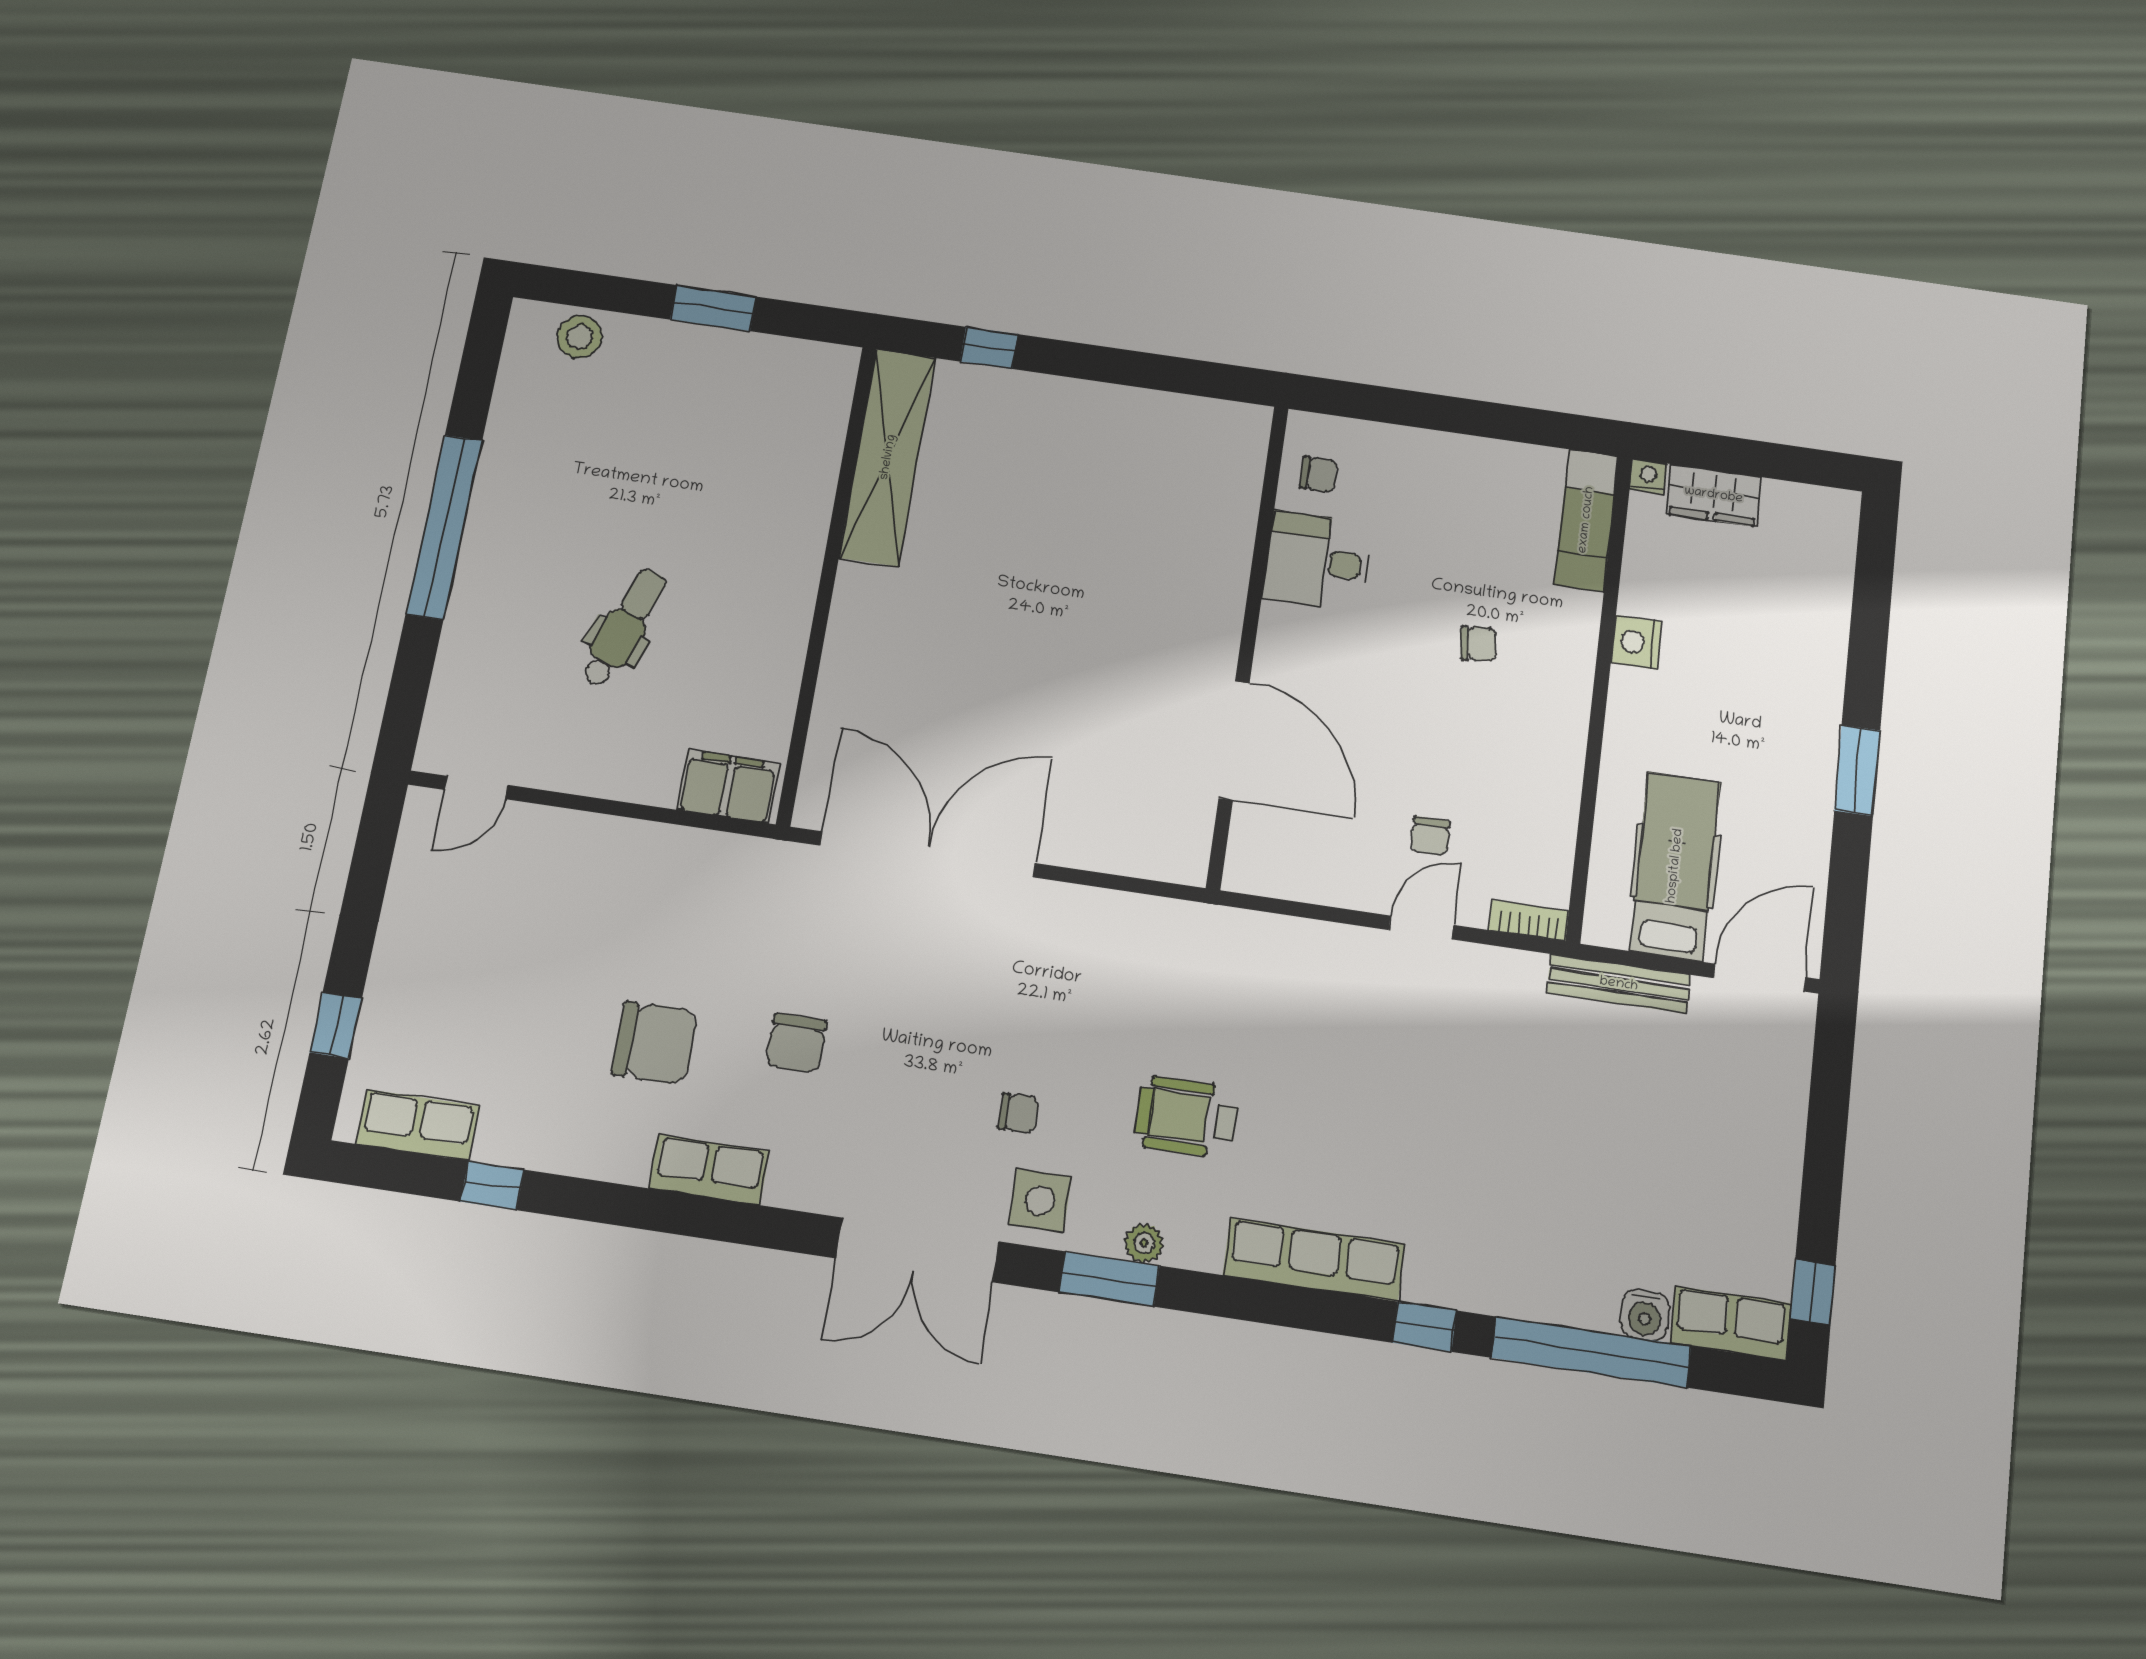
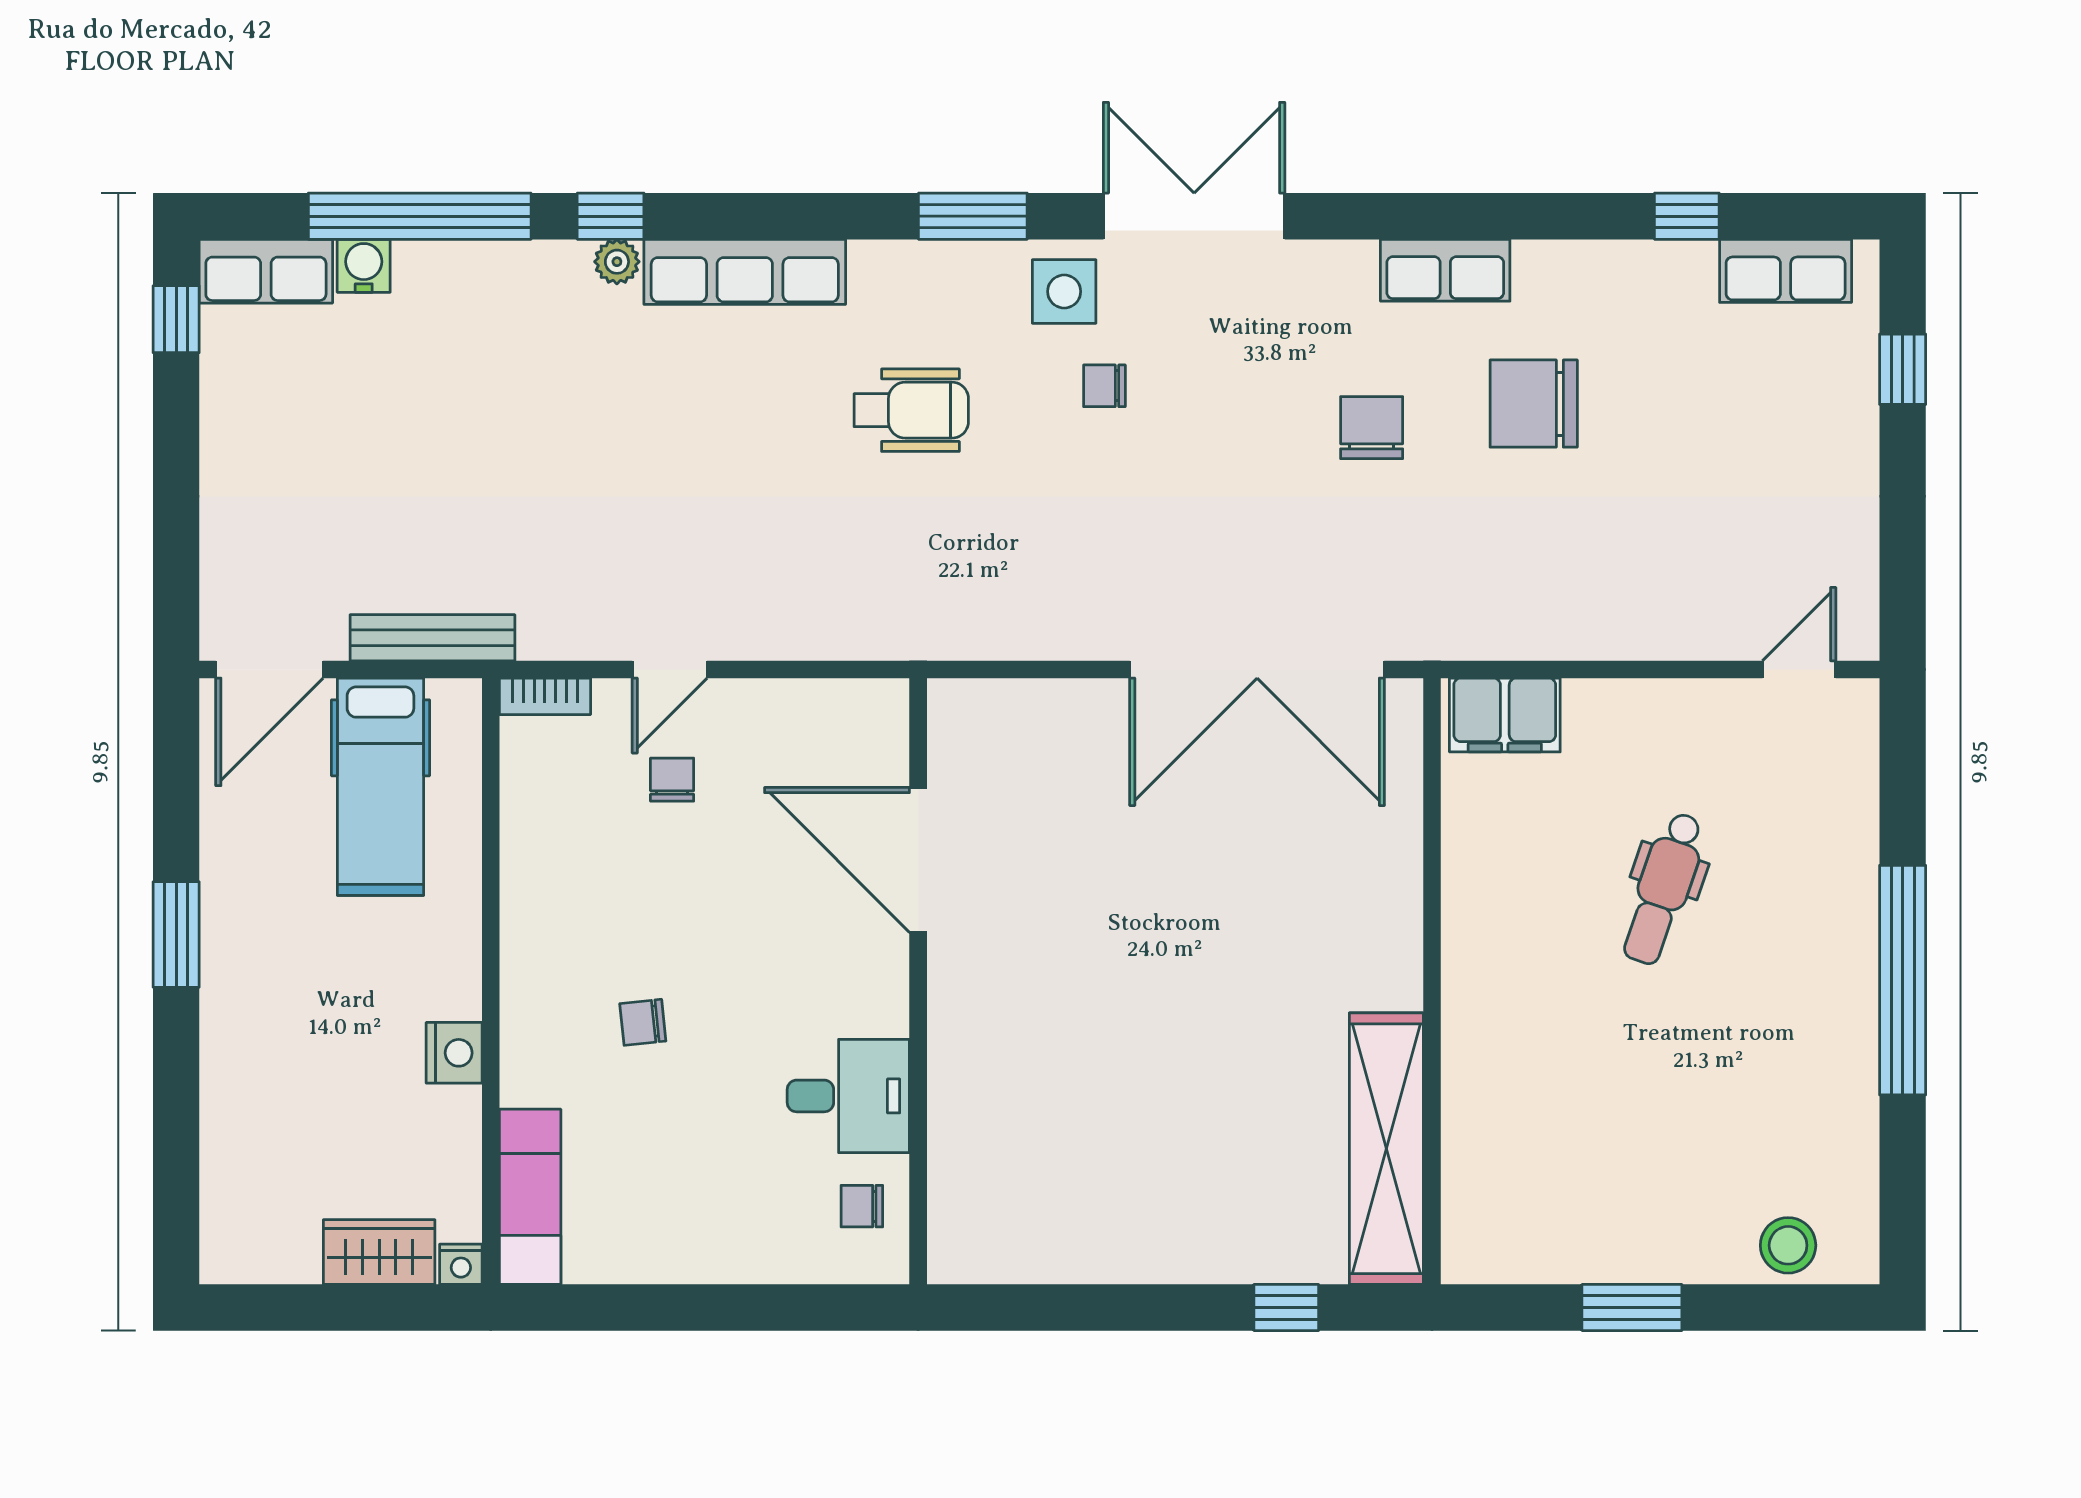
plant: (1144, 1243) -> (617, 262), moved

